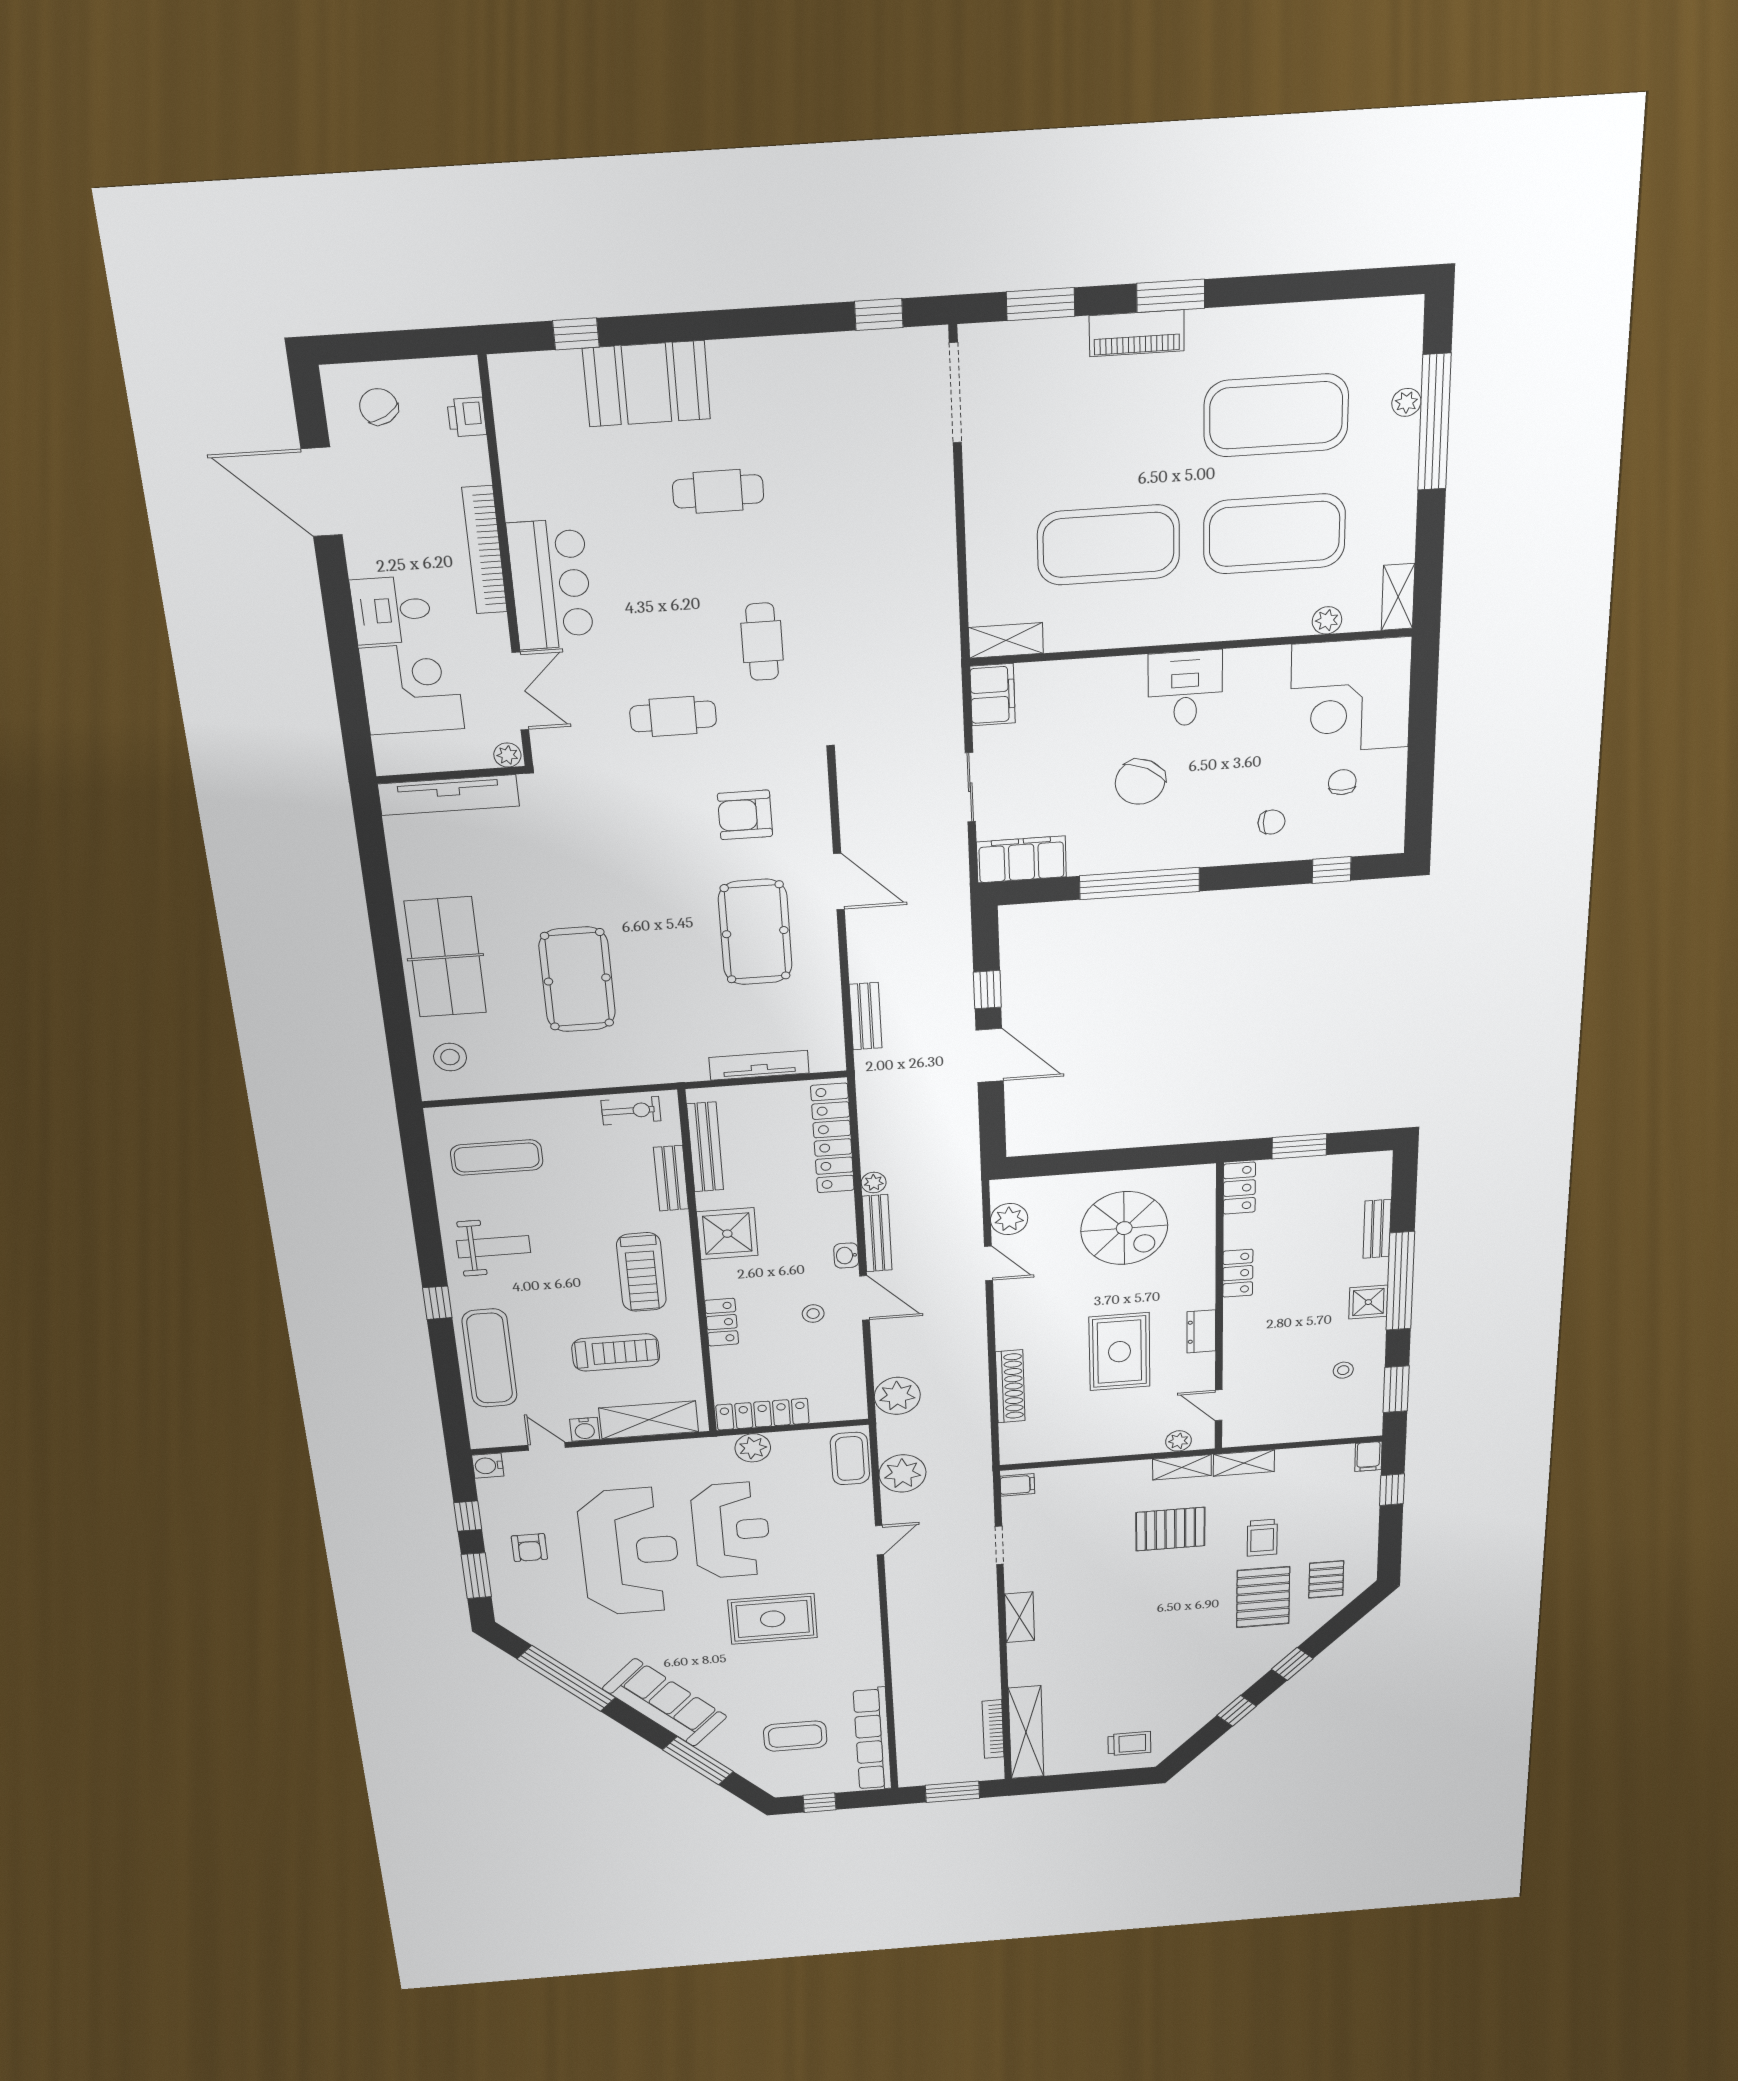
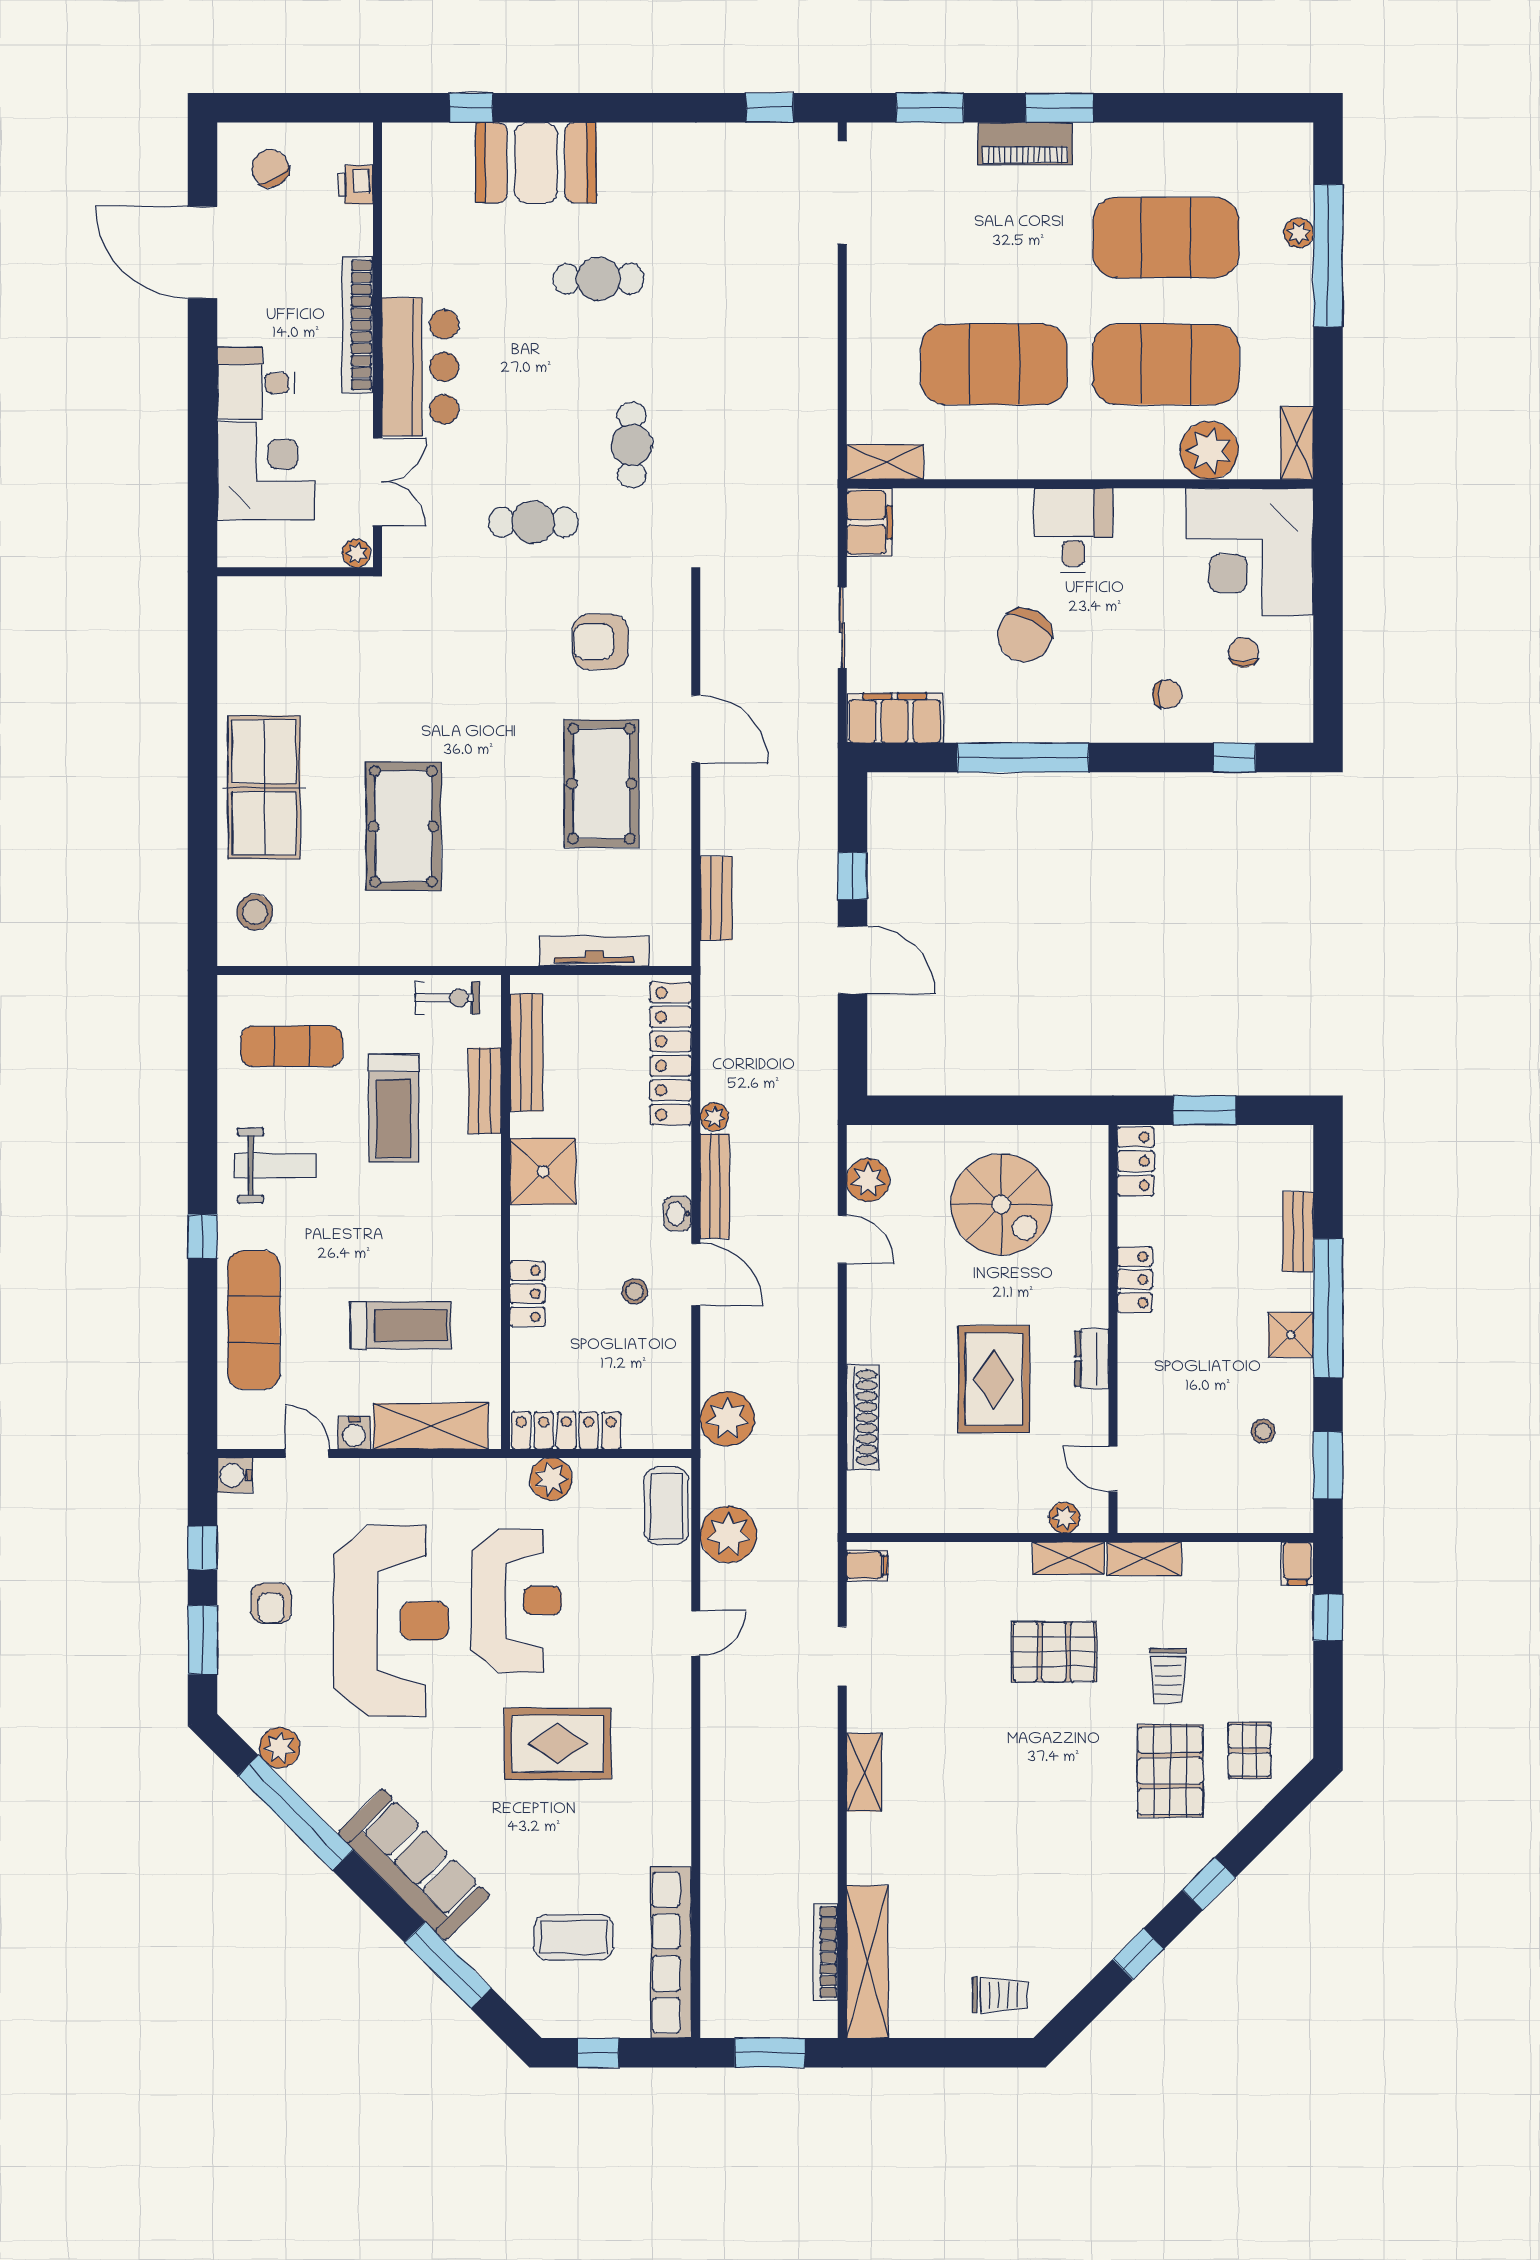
plant: (1327, 620) -> (1209, 450), width x1.87, depth x1.87
tv unit: (449, 795) -> (290, 595), removed
treadmill: (641, 1272) -> (394, 1108), moved
plant: (548, 1639) -> (280, 1748), added

